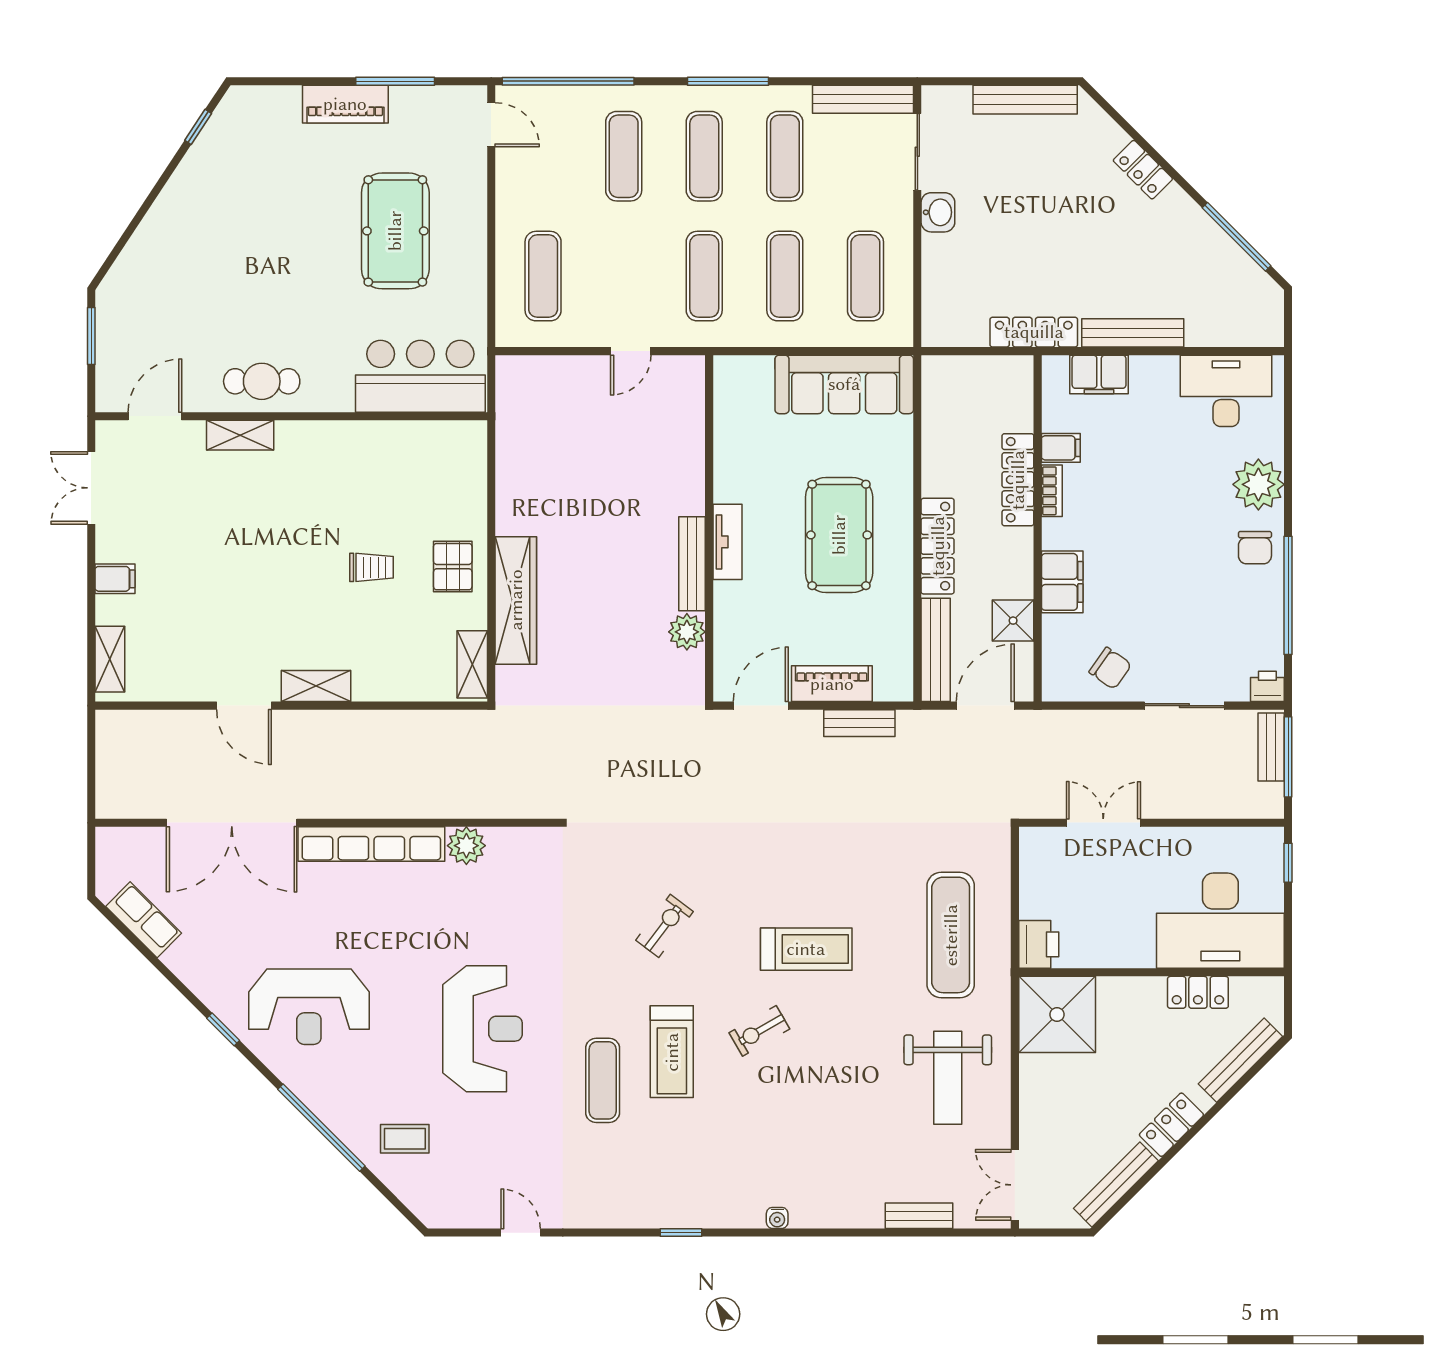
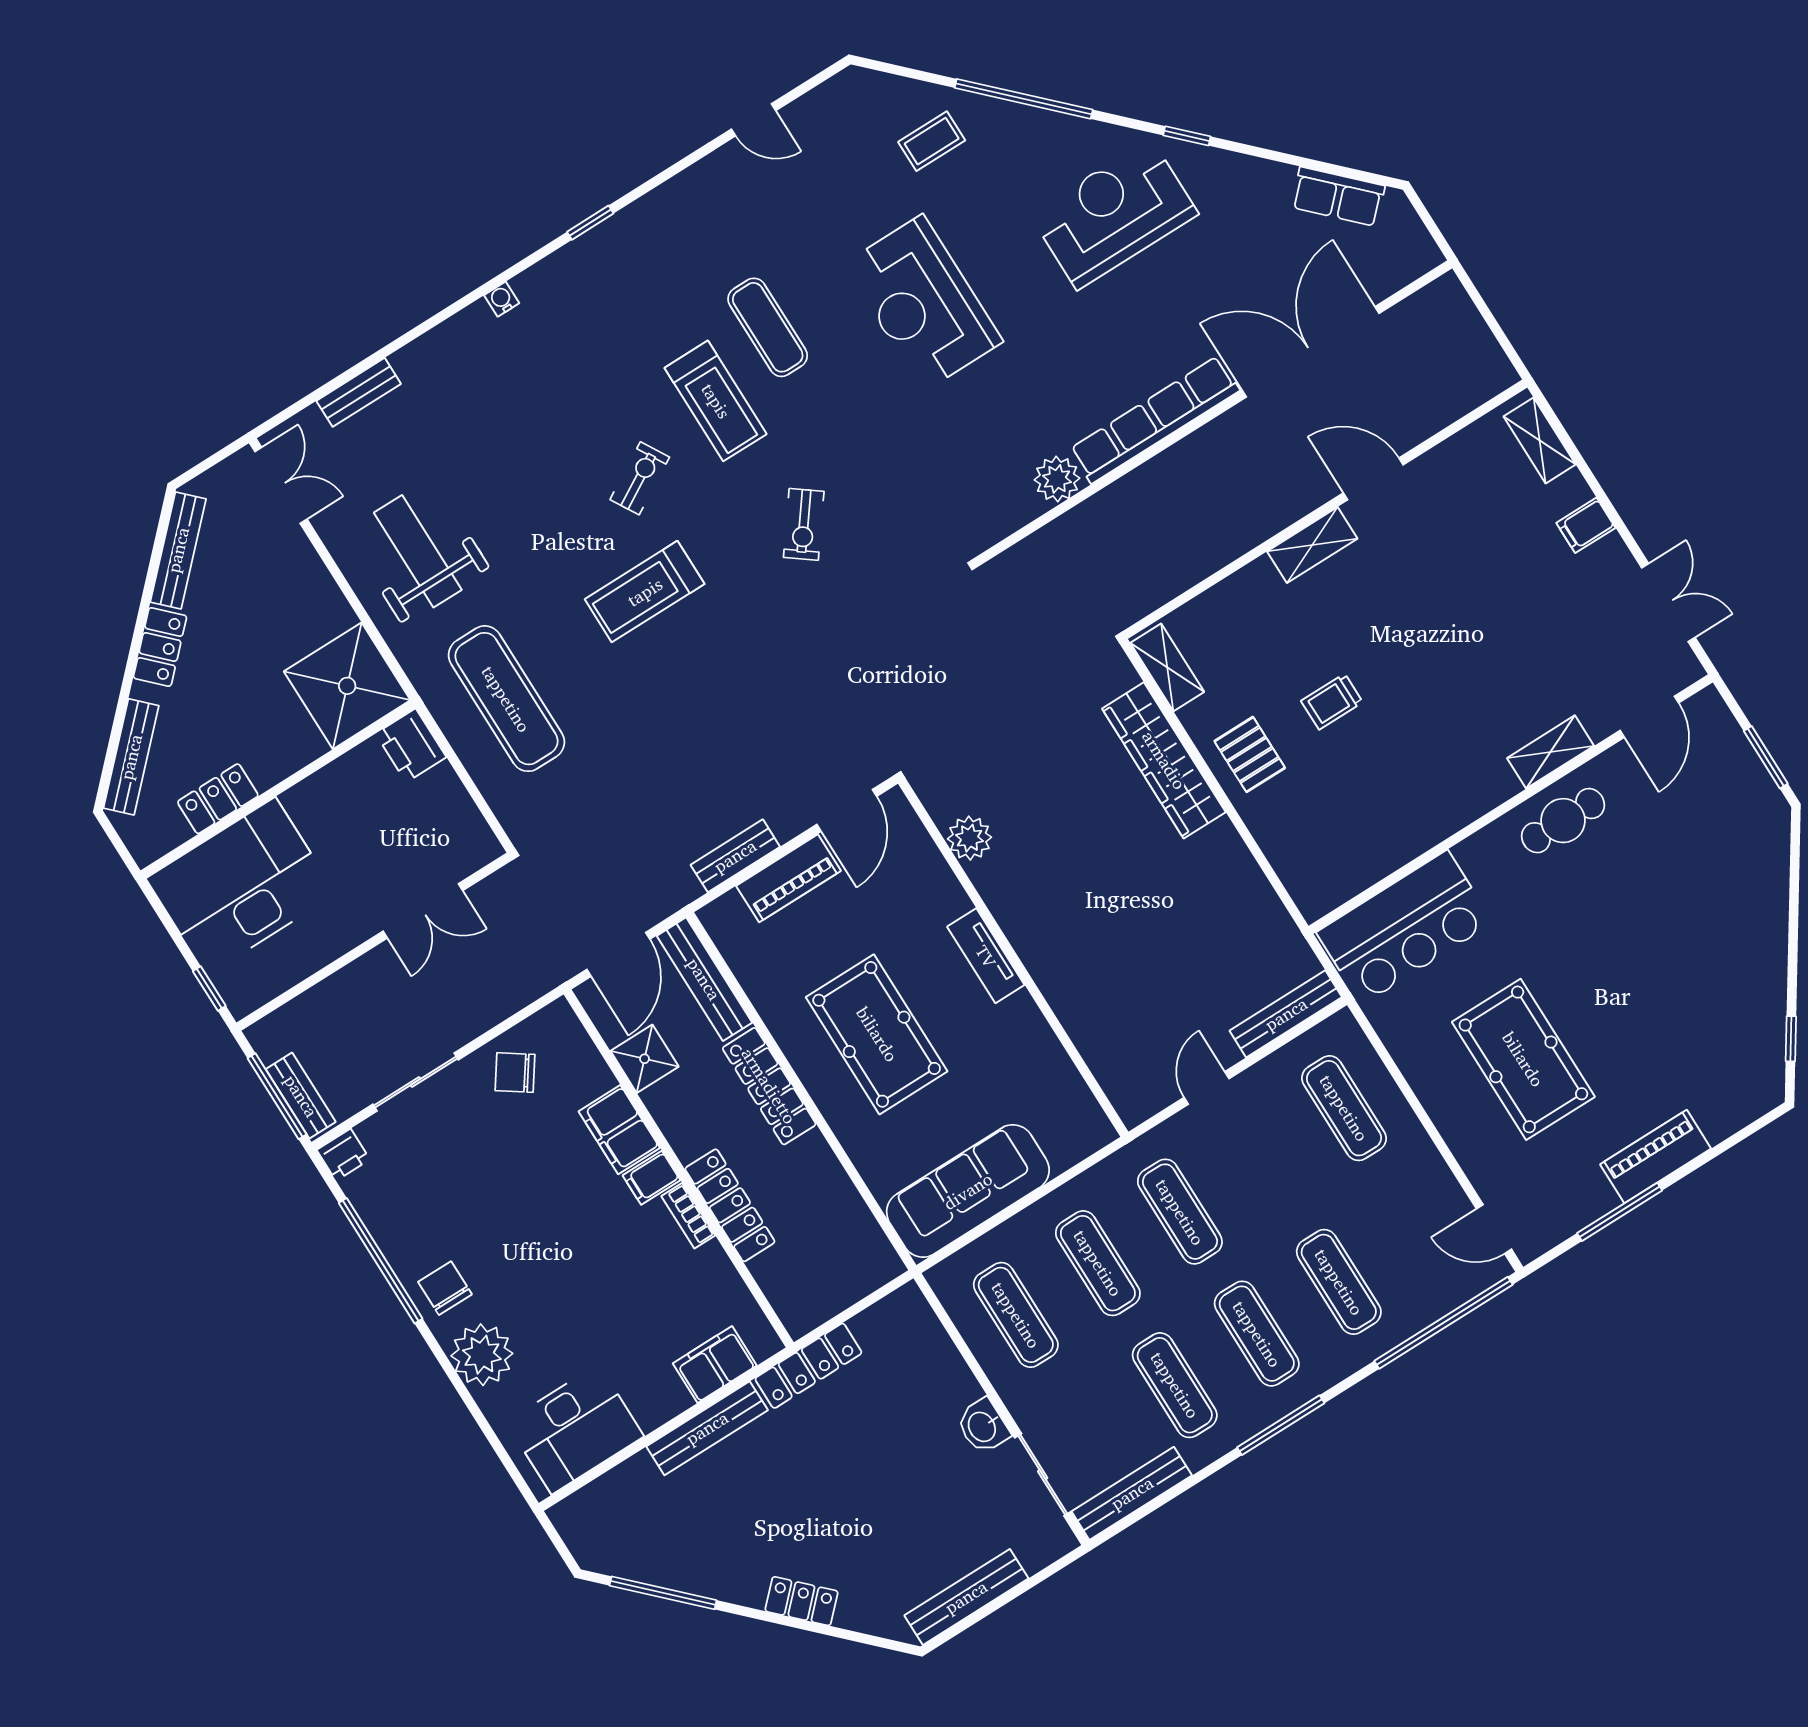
filing cabinet: (1061, 448) -> (651, 1178), moved
bench: (692, 564) -> (1286, 1014), moved, turned 90
treadmill: (672, 1052) -> (716, 401), turned 180

